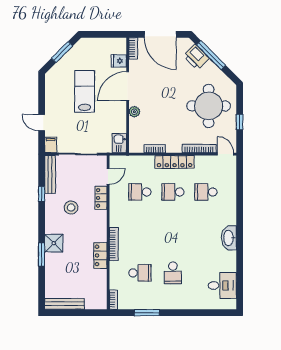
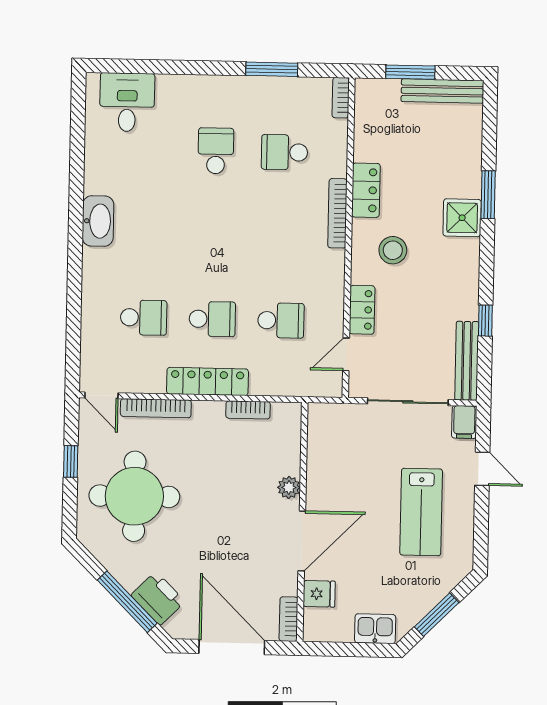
lab bench: (85, 91) -> (421, 512), moved
kitchen sink: (119, 143) -> (375, 629), moved, turned -90
stool: (71, 208) -> (393, 250), moved
desk: (222, 285) -> (127, 102), moved, turned 90
window: (80, 313) -> (410, 72), added

